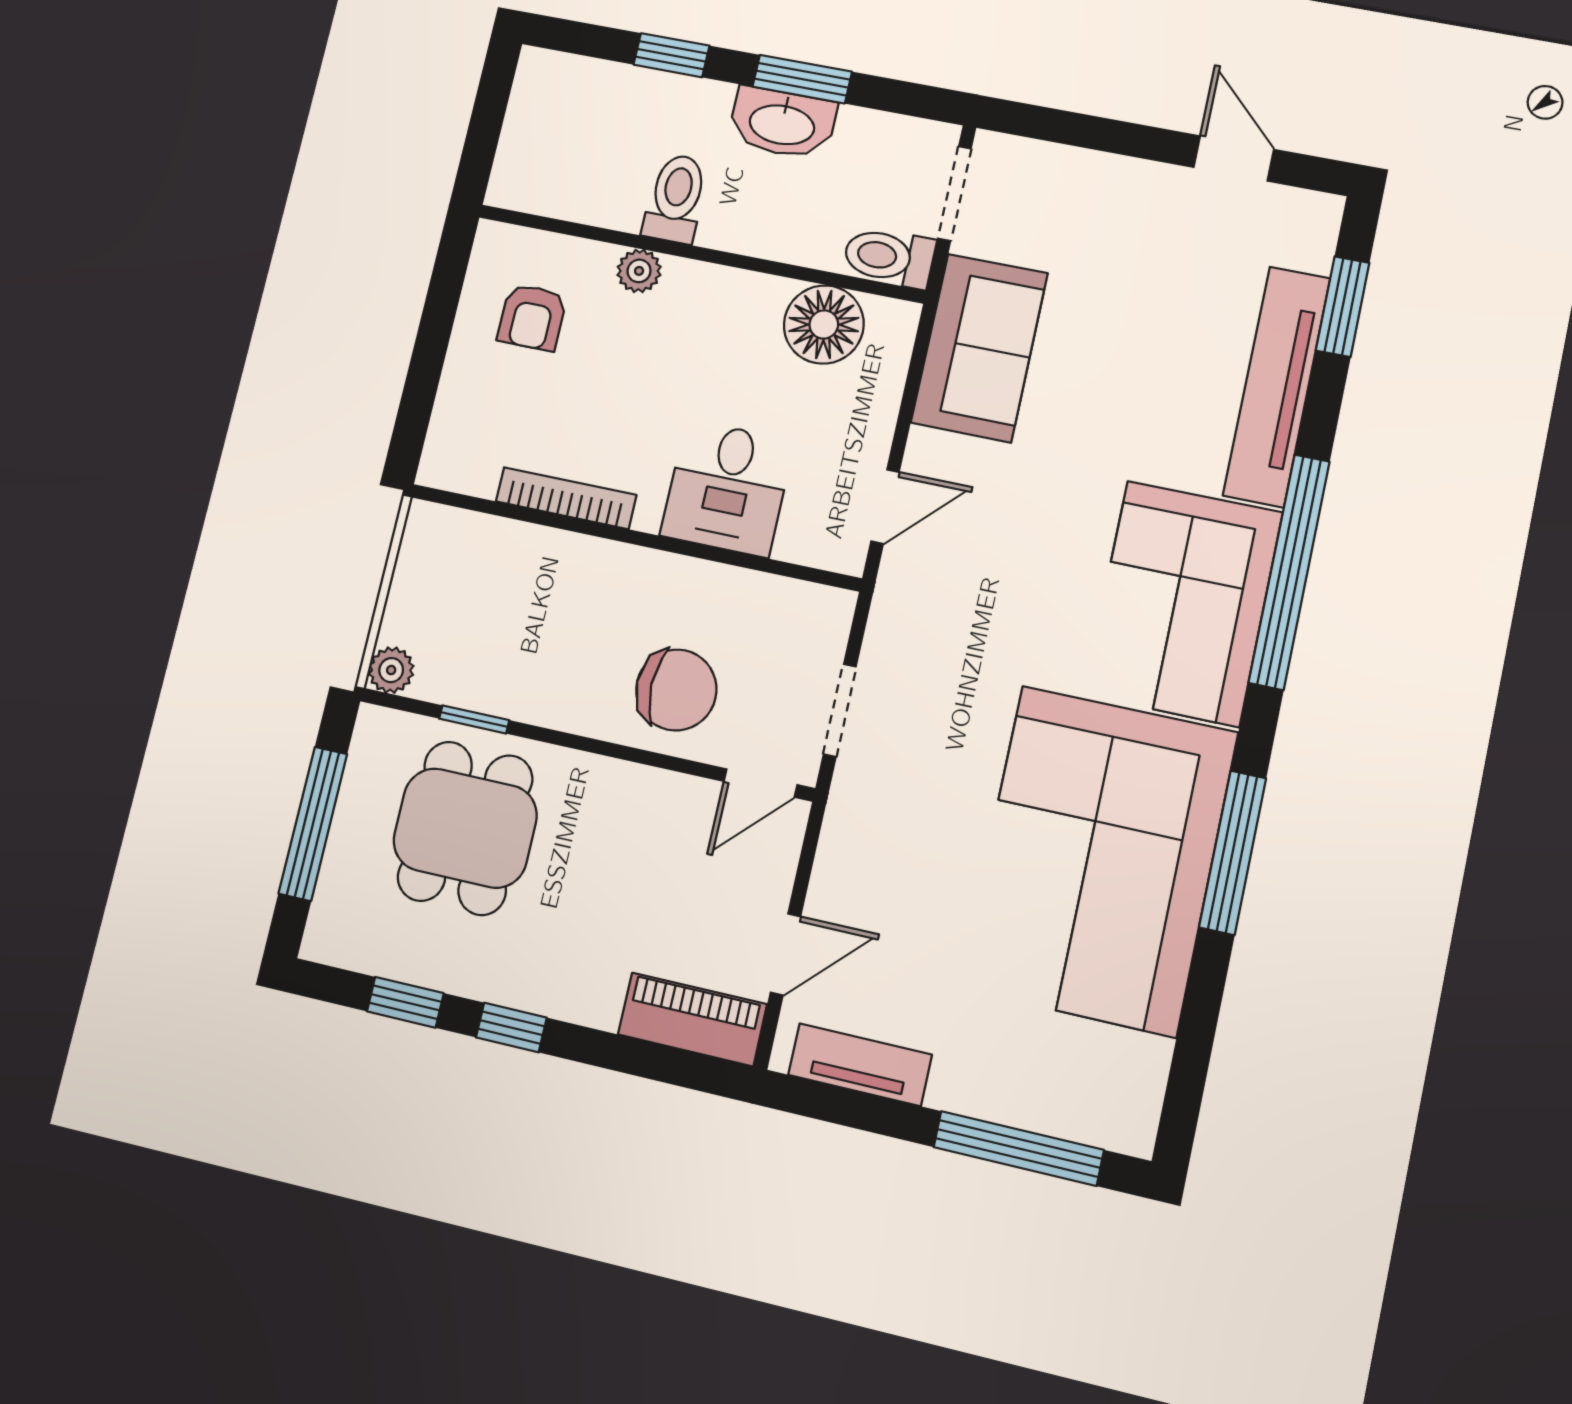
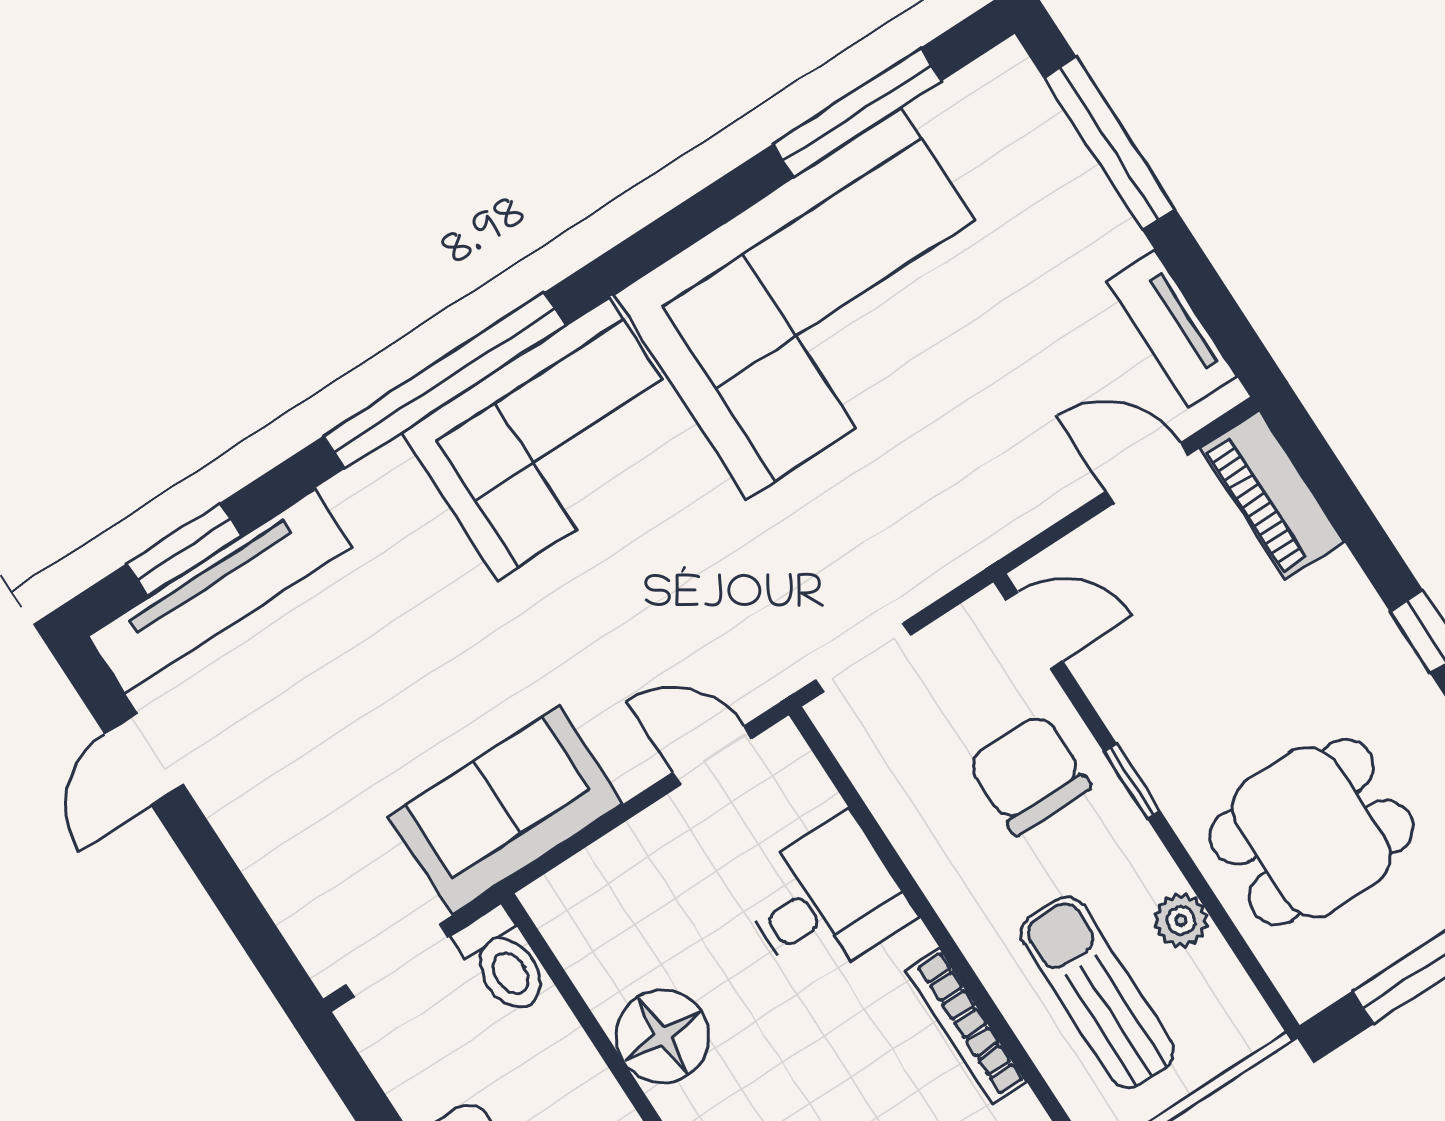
floor lamp: (824, 325) -> (662, 1036), moved
tv unit: (1277, 387) -> (220, 591), moved
sun lounger: (505, 598) -> (1097, 992), added
plant: (391, 670) -> (1181, 920), moved
doorway: (840, 710) -> (863, 657), moved
window: (474, 719) -> (1132, 781), moved
window: (1233, 853) -> (857, 113), moved

